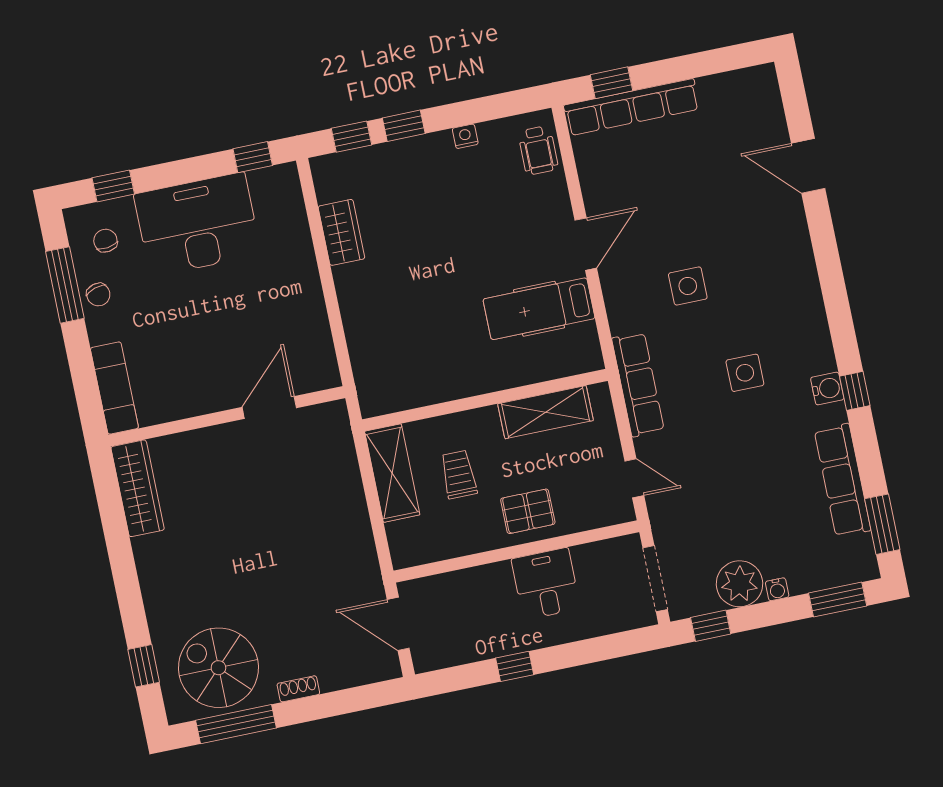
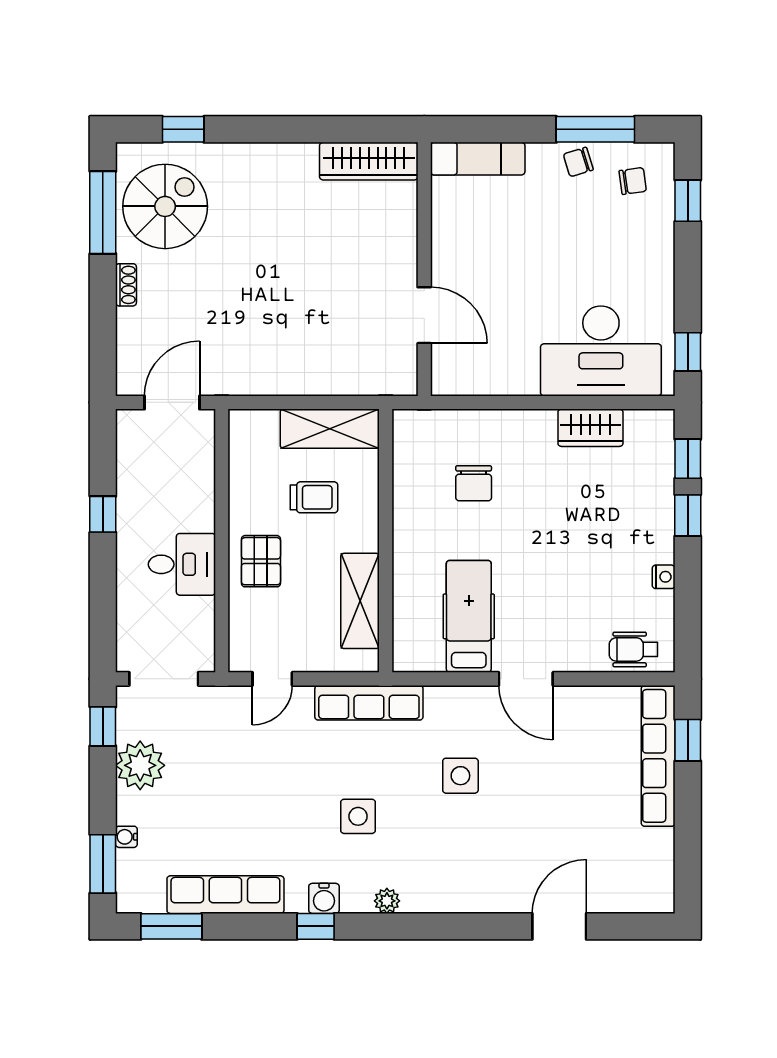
desk: (197, 224) -> (601, 351), moved, turned 90
chair: (415, 330) -> (474, 483), added
plant: (817, 330) -> (387, 901), added
water cooler: (777, 589) -> (126, 837), moved

